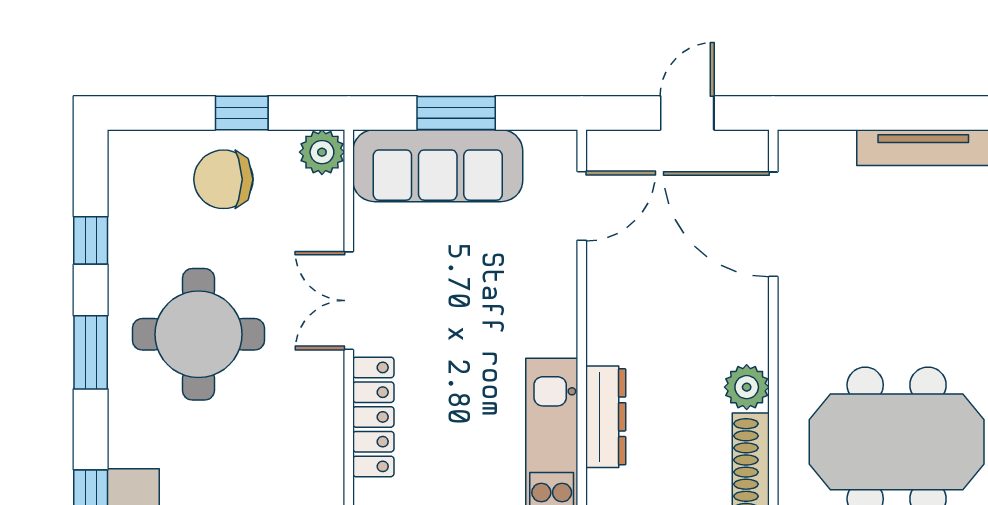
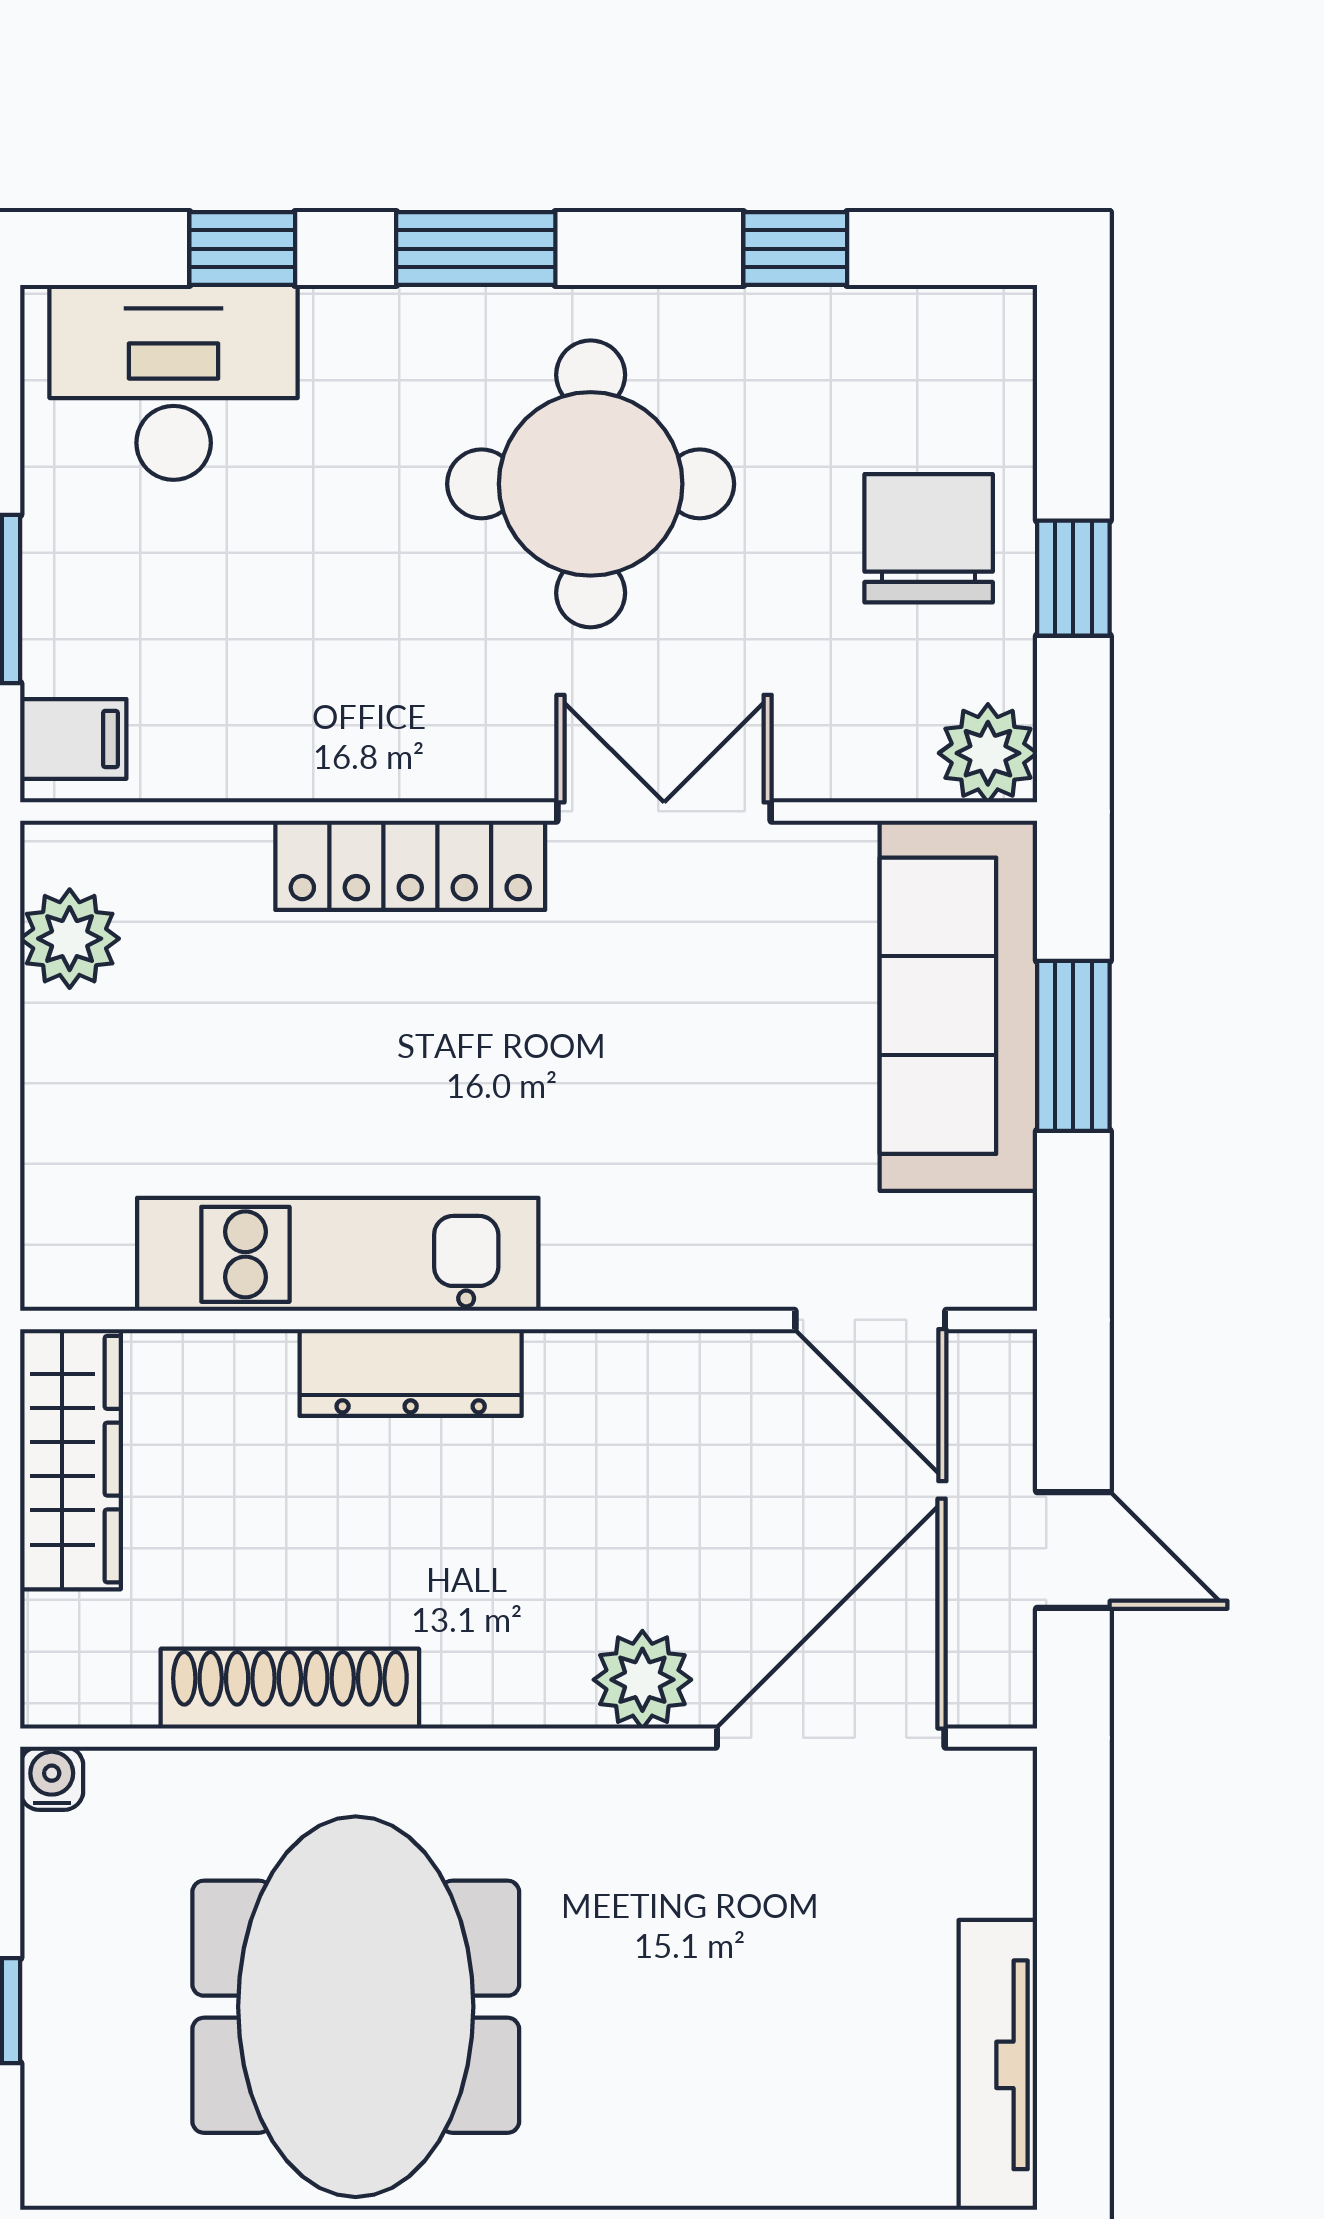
window: (91, 352) -> (476, 249), moved
plant: (747, 387) -> (642, 1680), moved

